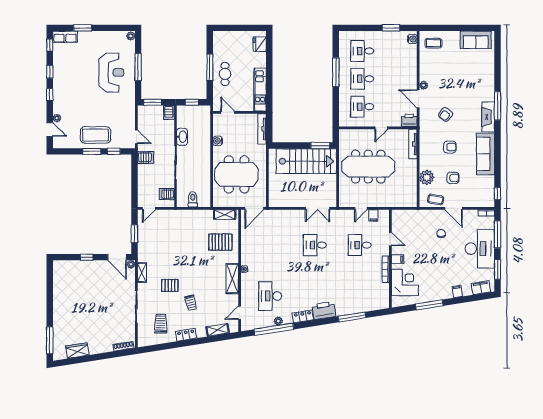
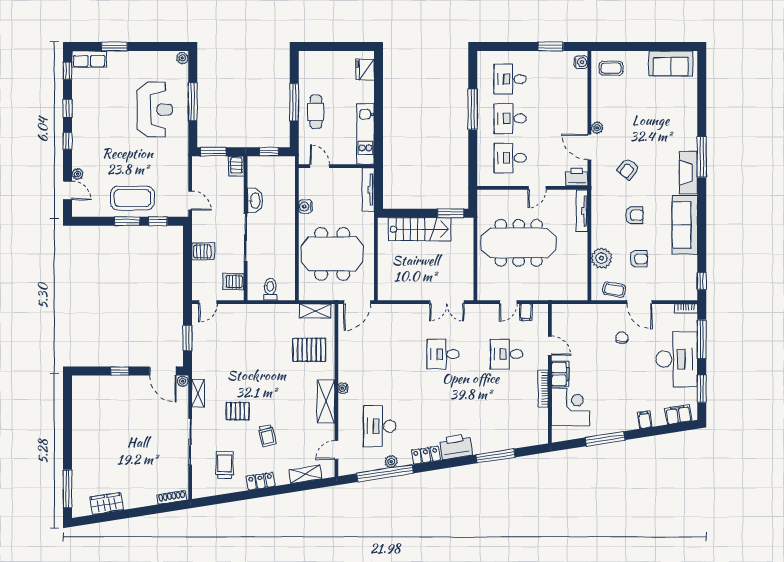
server rack: (146, 157) -> (203, 251), moved
stairs: (306, 161) -> (420, 229), width x0.73, depth x0.66
filing cabinet: (398, 259) -> (560, 374), width x2.00

